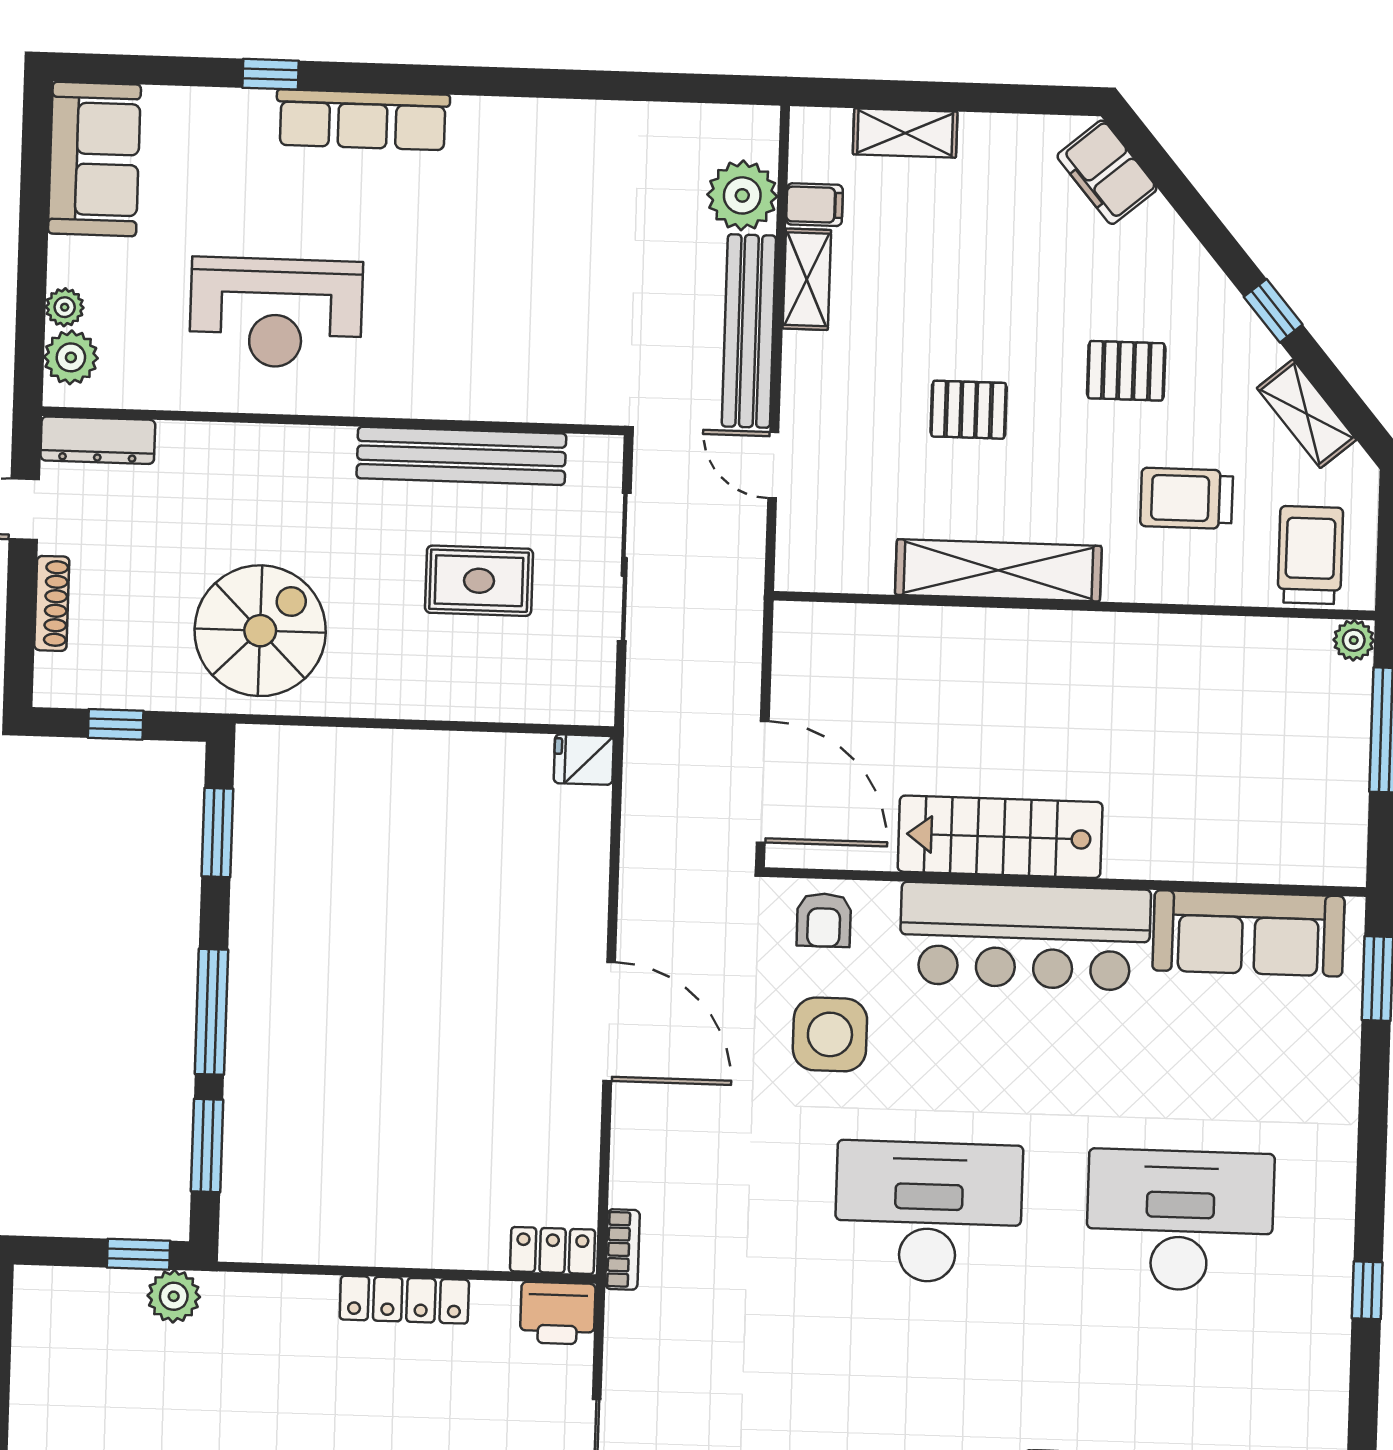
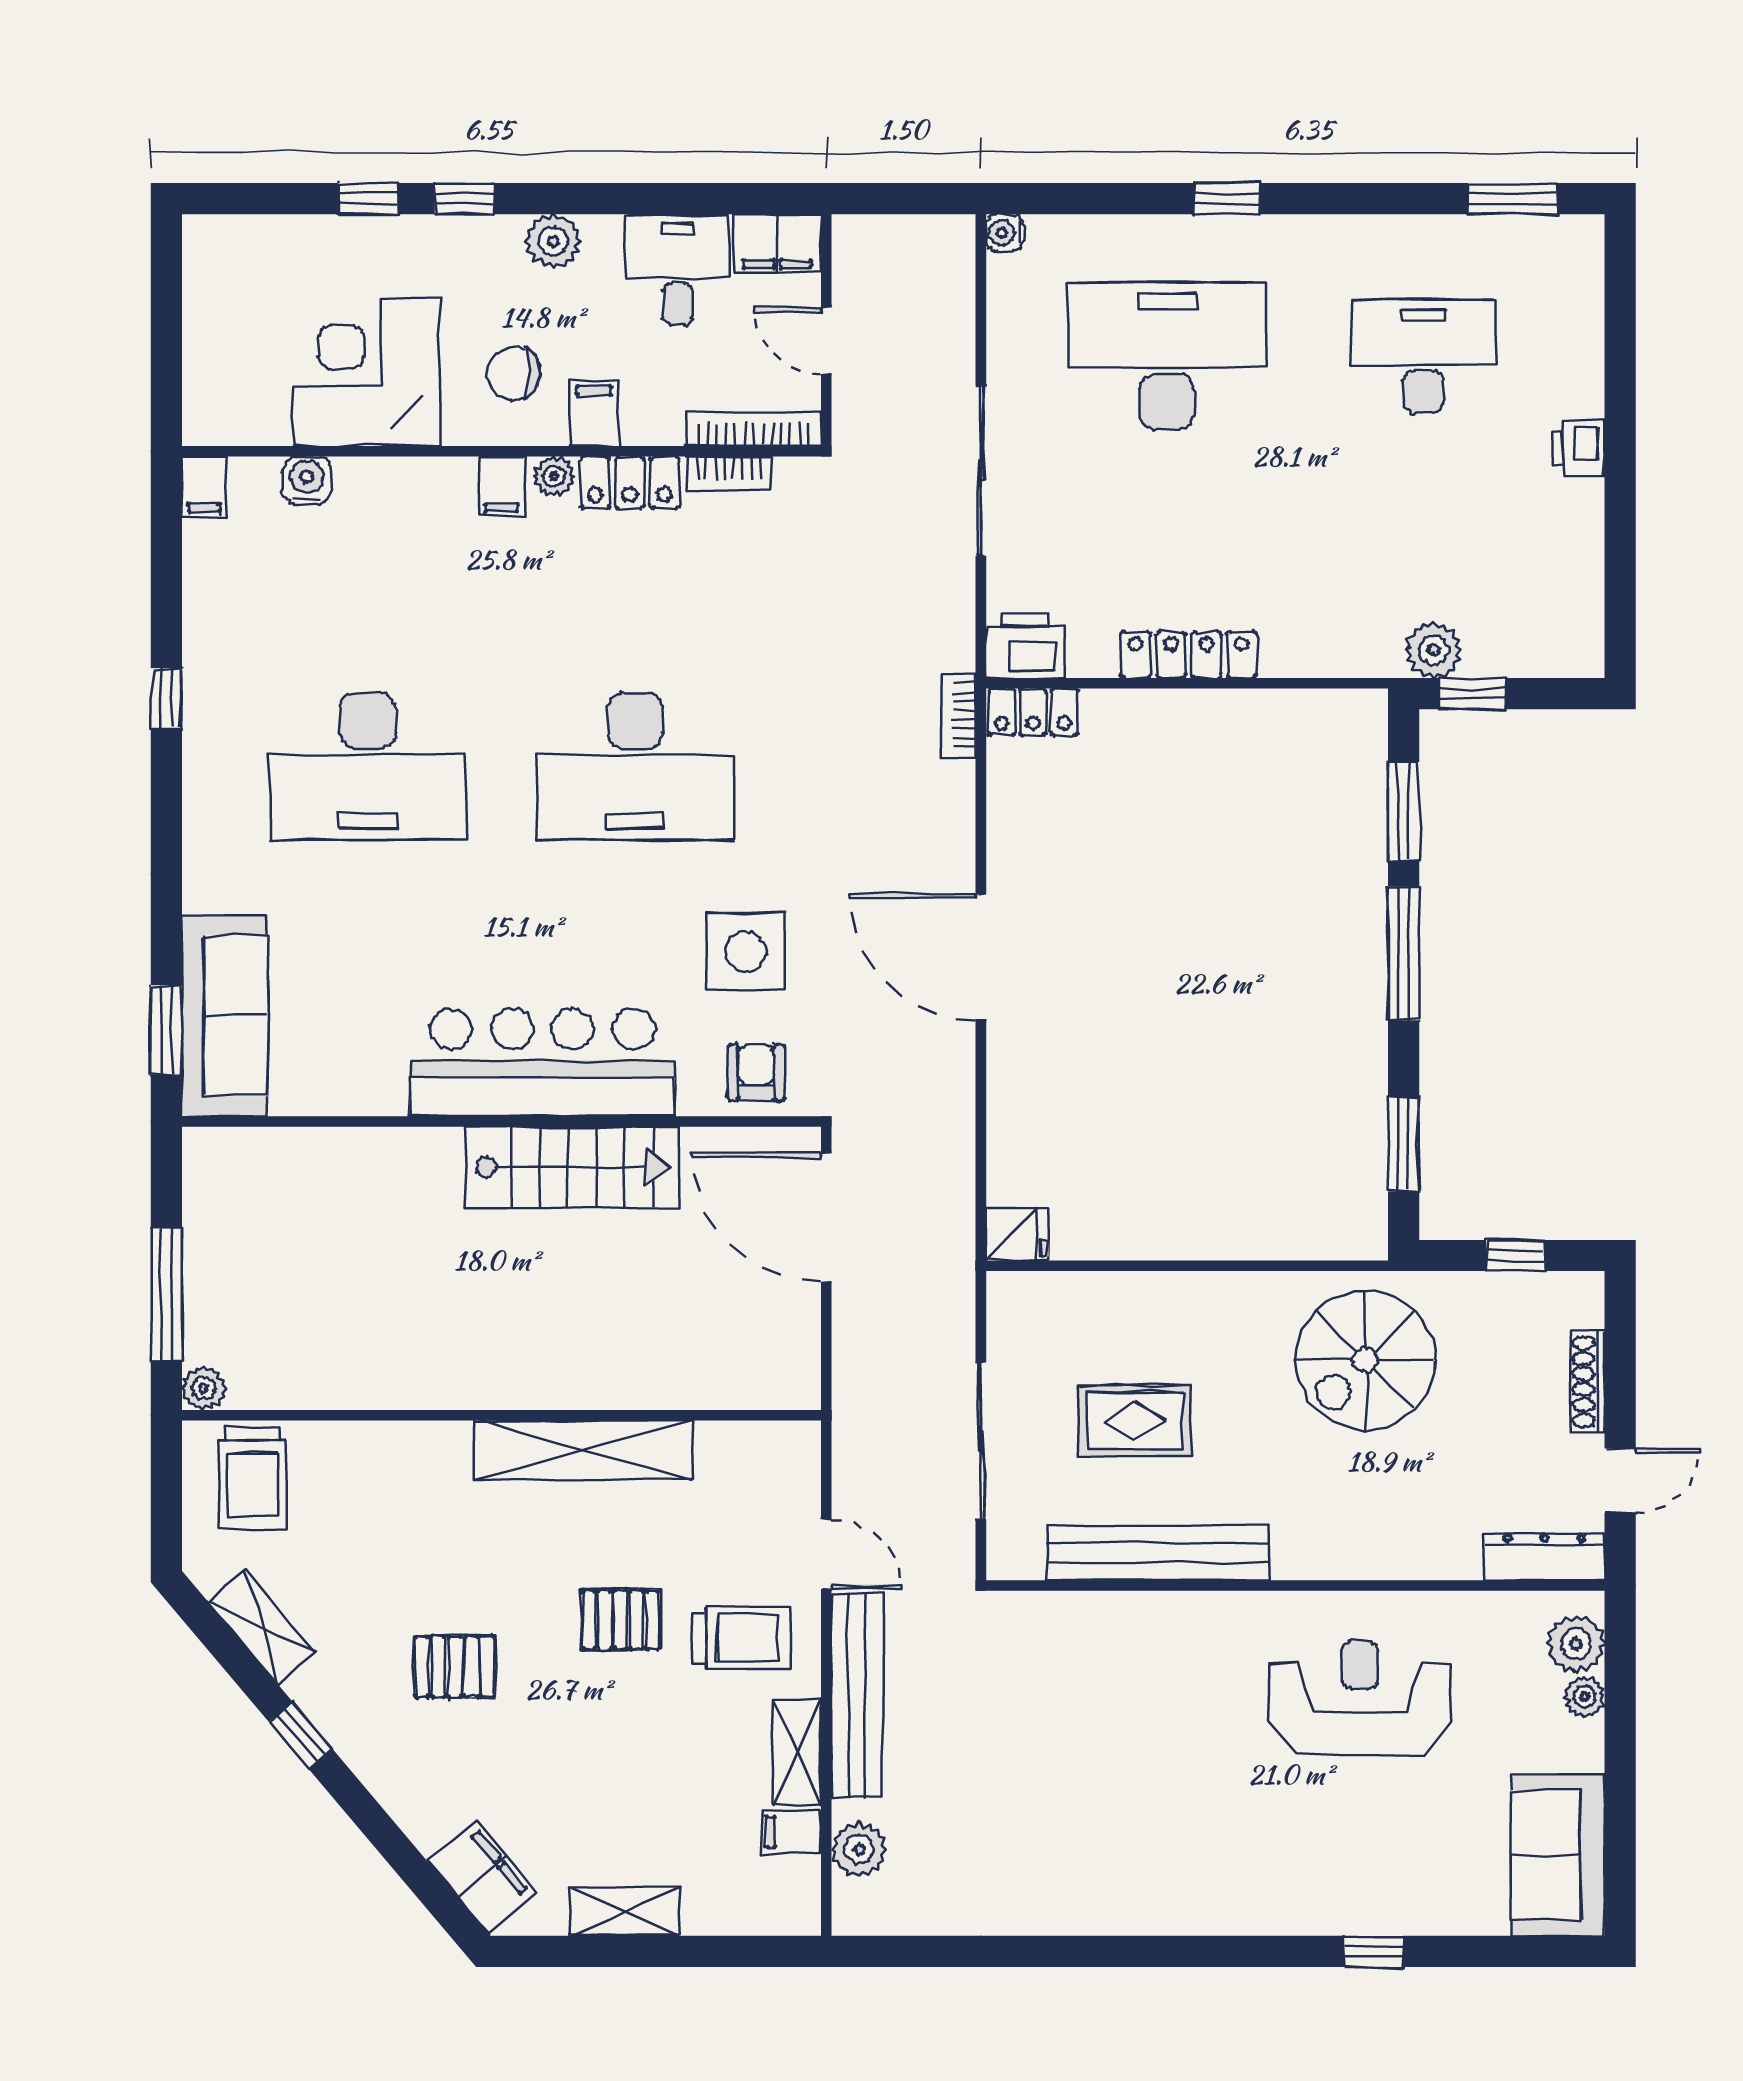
row of seats: (363, 120) -> (1274, 1906), removed
shelving: (905, 133) -> (625, 1911), moved
plant: (742, 195) -> (859, 1849), width x0.73, depth x0.73
trolley: (1187, 498) -> (741, 1638), moved
sofa: (1248, 933) -> (225, 1015), moved, turned 90

